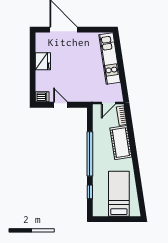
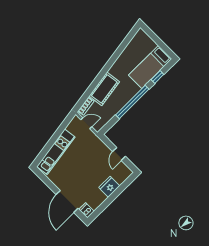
fridge: (43, 61) -> (109, 187), moved
dishwasher: (42, 97) -> (86, 210), moved
bed: (119, 194) -> (150, 67), moved

